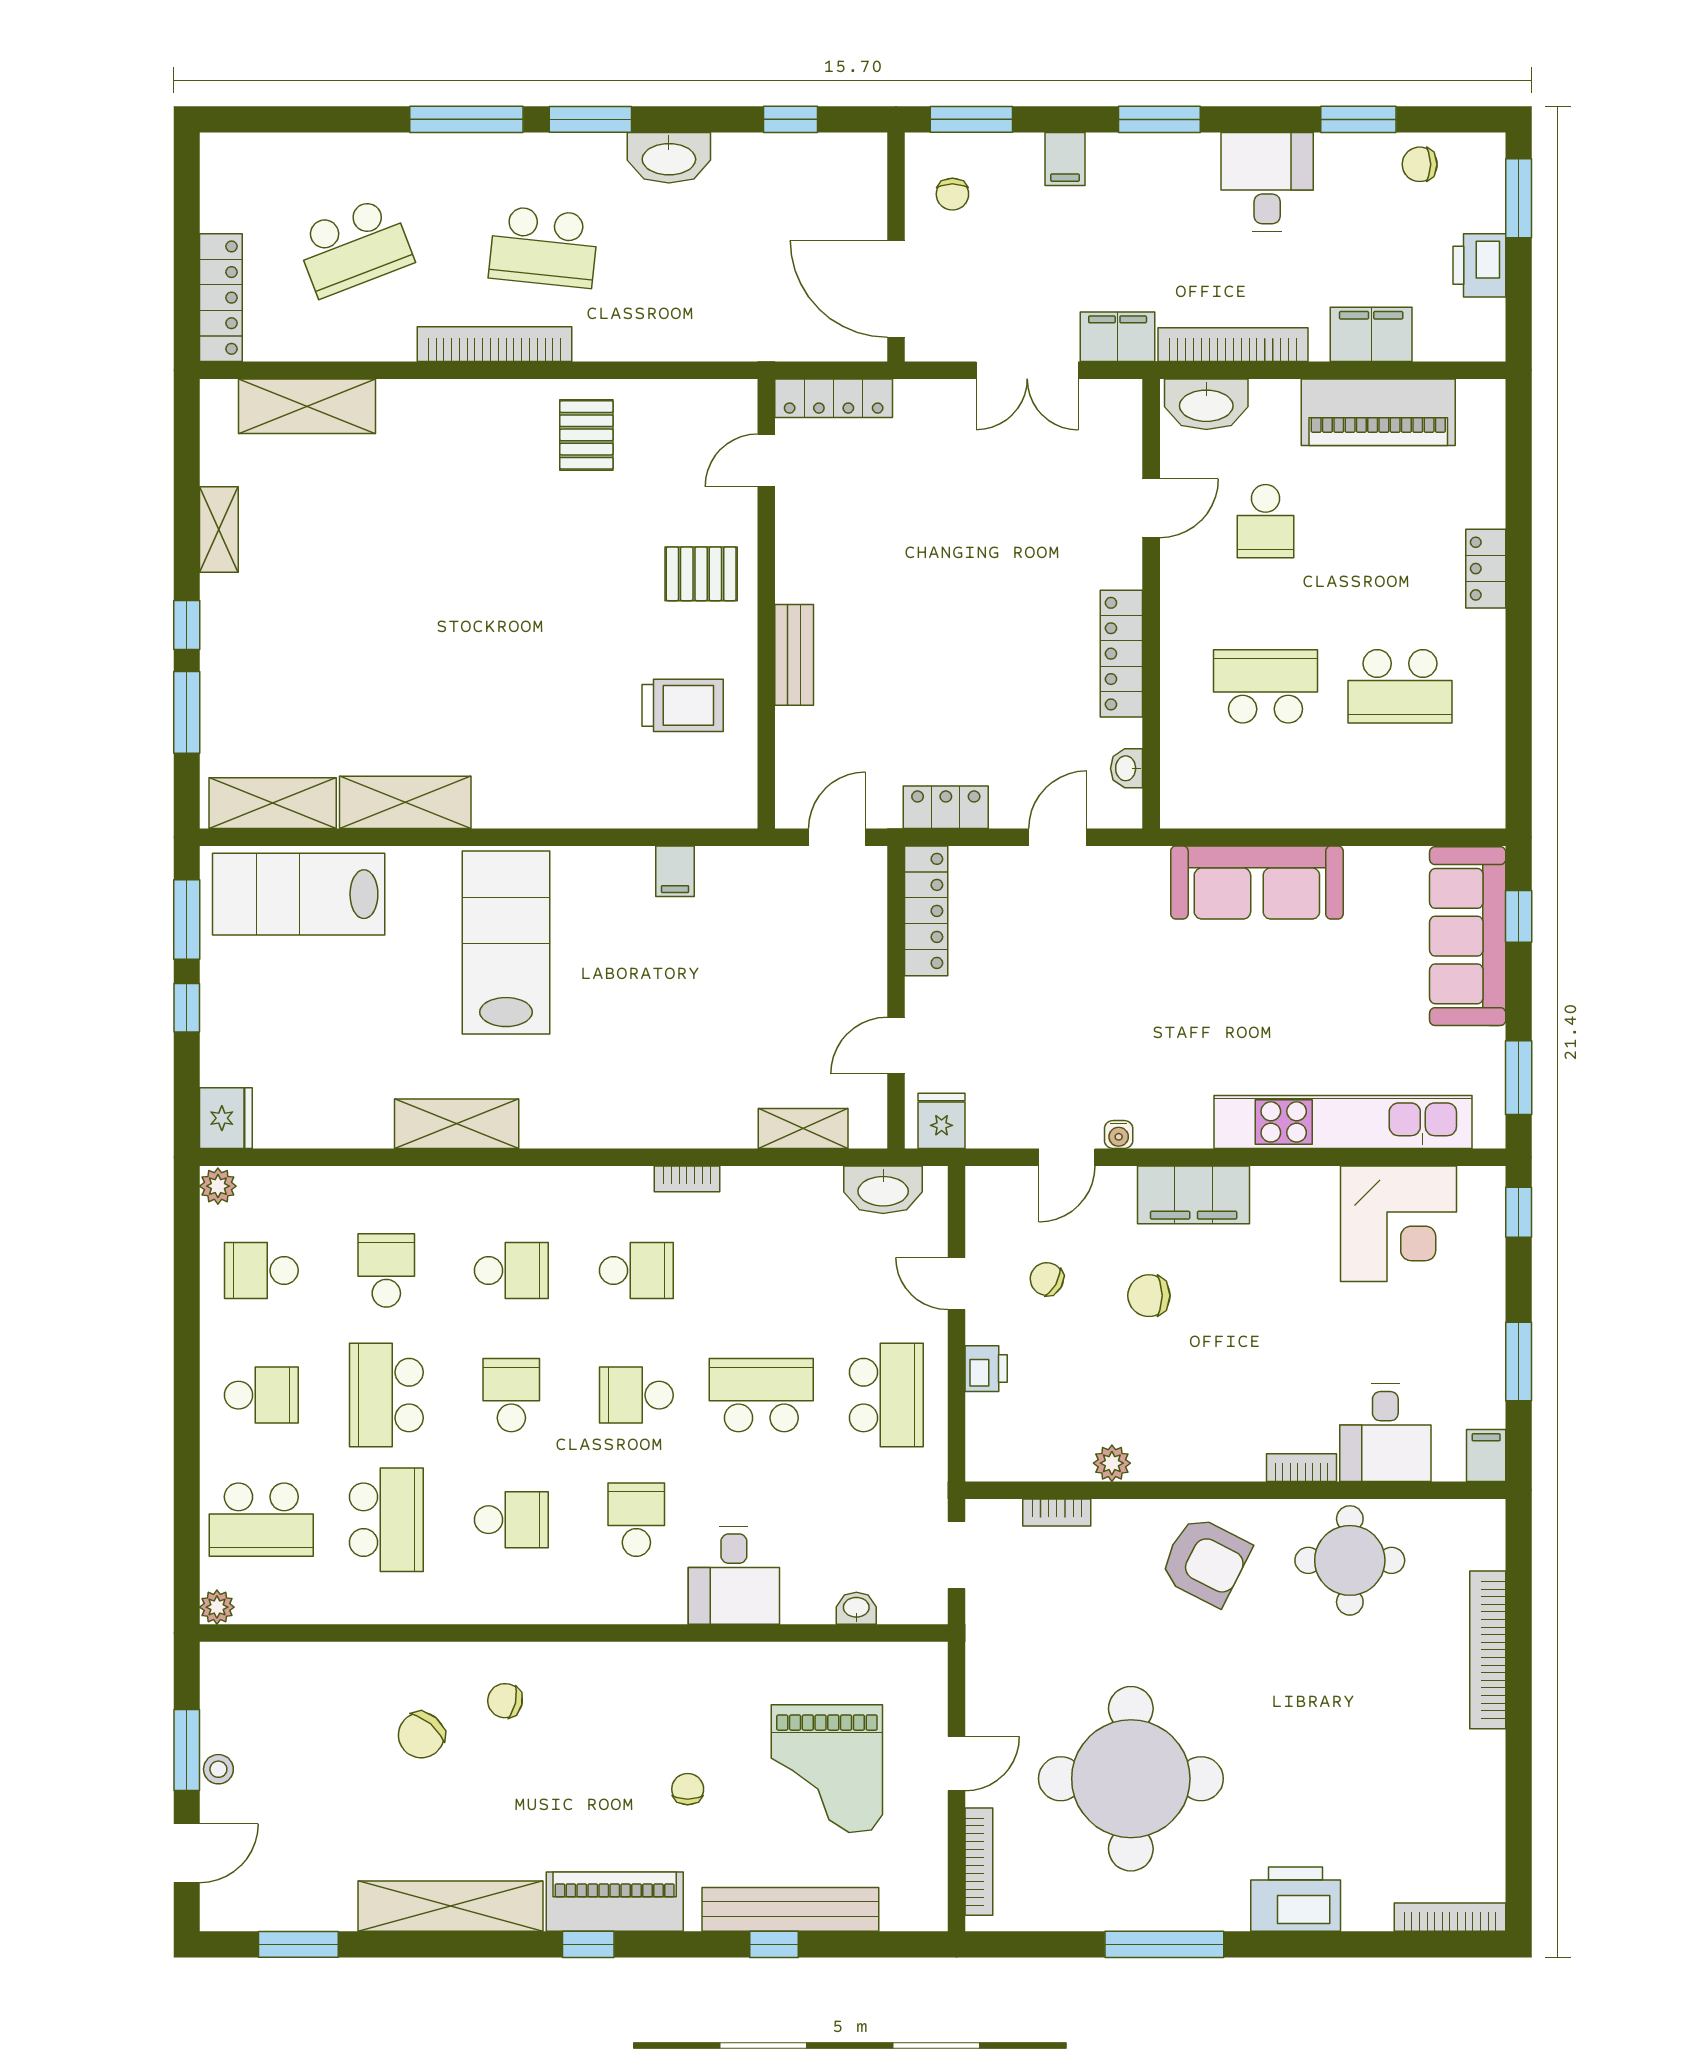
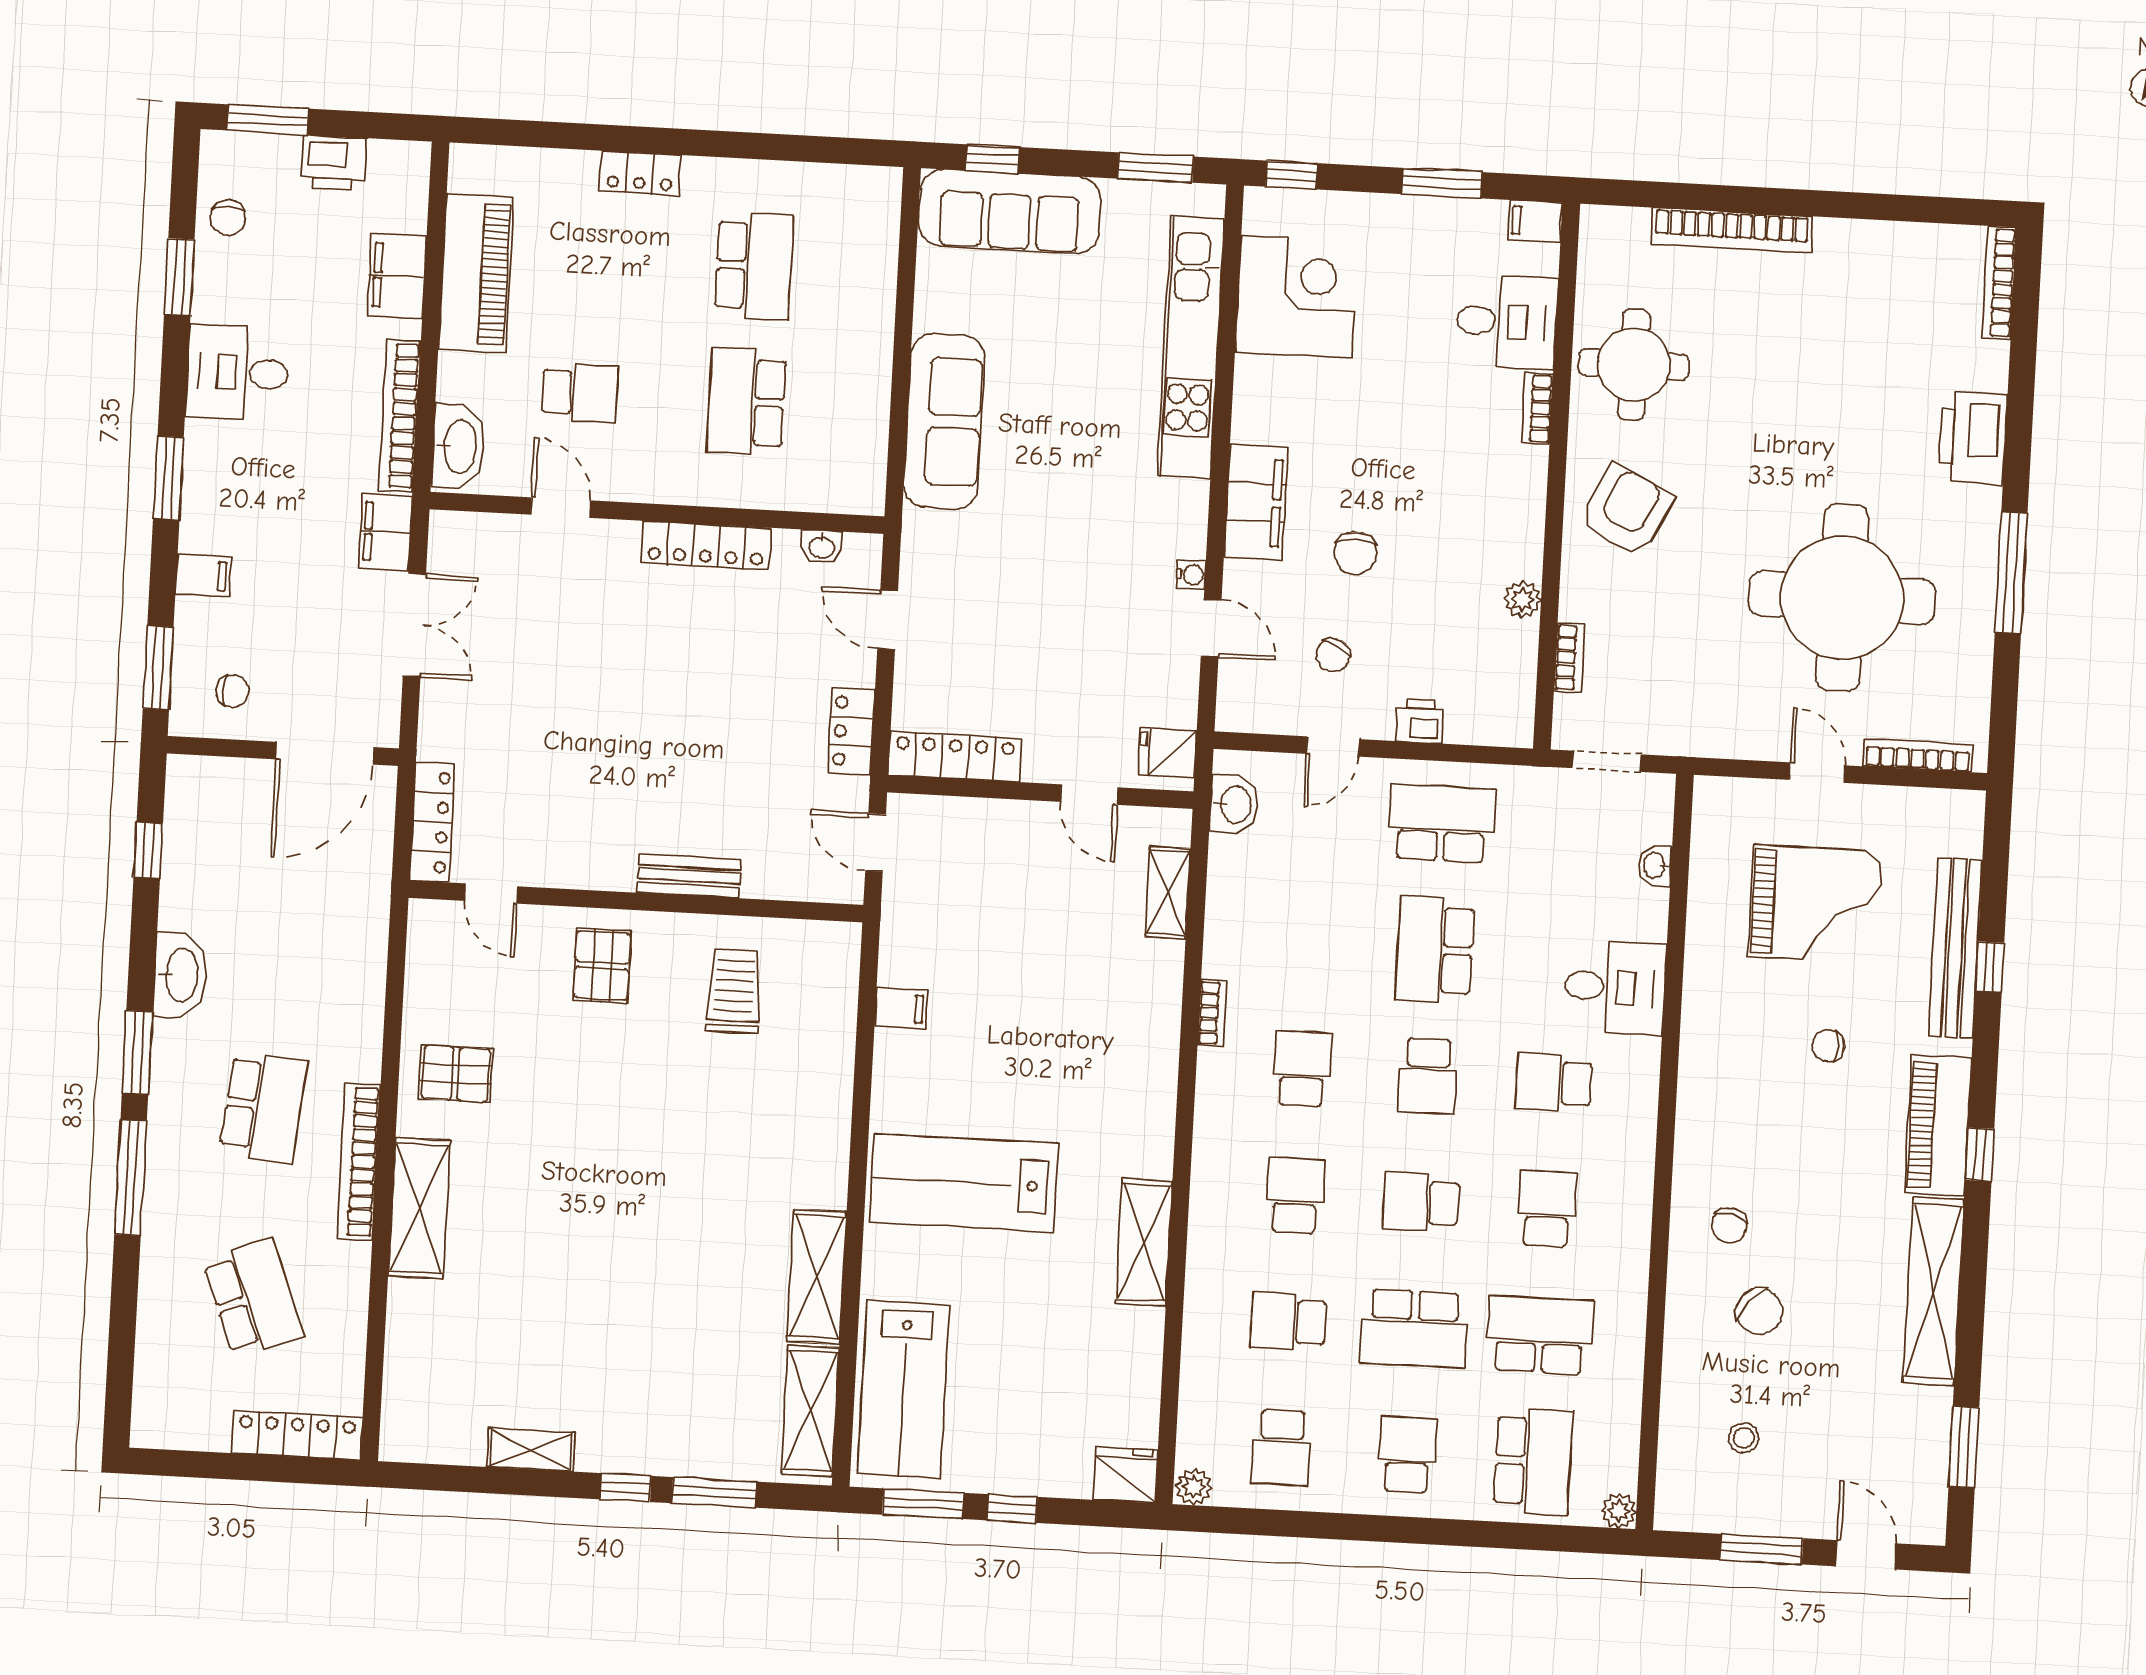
shelving: (307, 406) -> (419, 1208), moved
washbasin: (883, 1190) -> (1235, 804), width x0.72
stool: (218, 1769) -> (1744, 1438), moved

